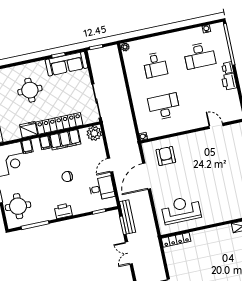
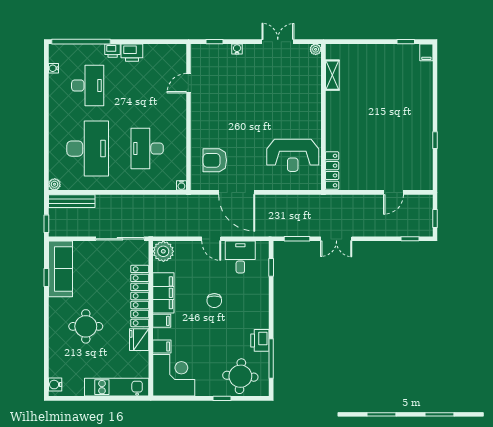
desk: (155, 65) -> (88, 149), width x1.87, depth x1.30
reception desk: (181, 210) -> (293, 155), turned -90
printer: (63, 211) -> (260, 340), moved
bench: (128, 217) -> (72, 201), moved

